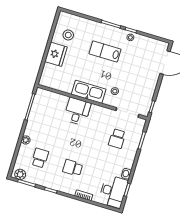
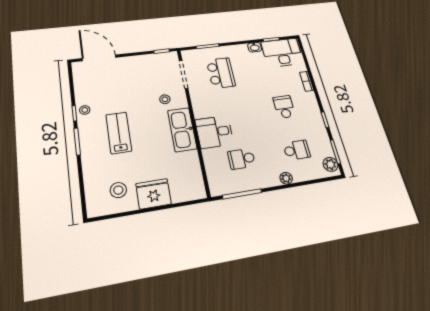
lab bench: (105, 51) -> (119, 133), turned 180
school desk: (52, 119) -> (242, 159), added
school desk: (117, 139) -> (221, 73), width x1.85
school desk: (40, 158) -> (297, 150), turned 180
school desk: (73, 168) -> (284, 107), turned 180

